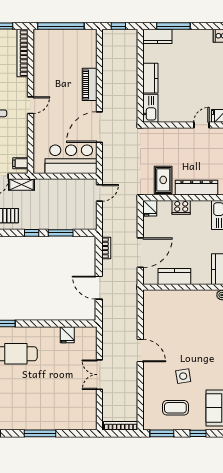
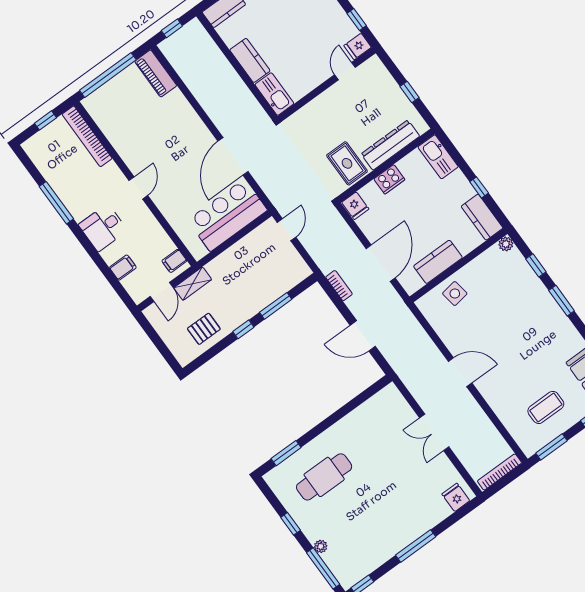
piano: (90, 84) -> (156, 73), moved
fridge: (67, 335) -> (456, 497), moved, turned 180
side table: (183, 376) -> (455, 294), moved

